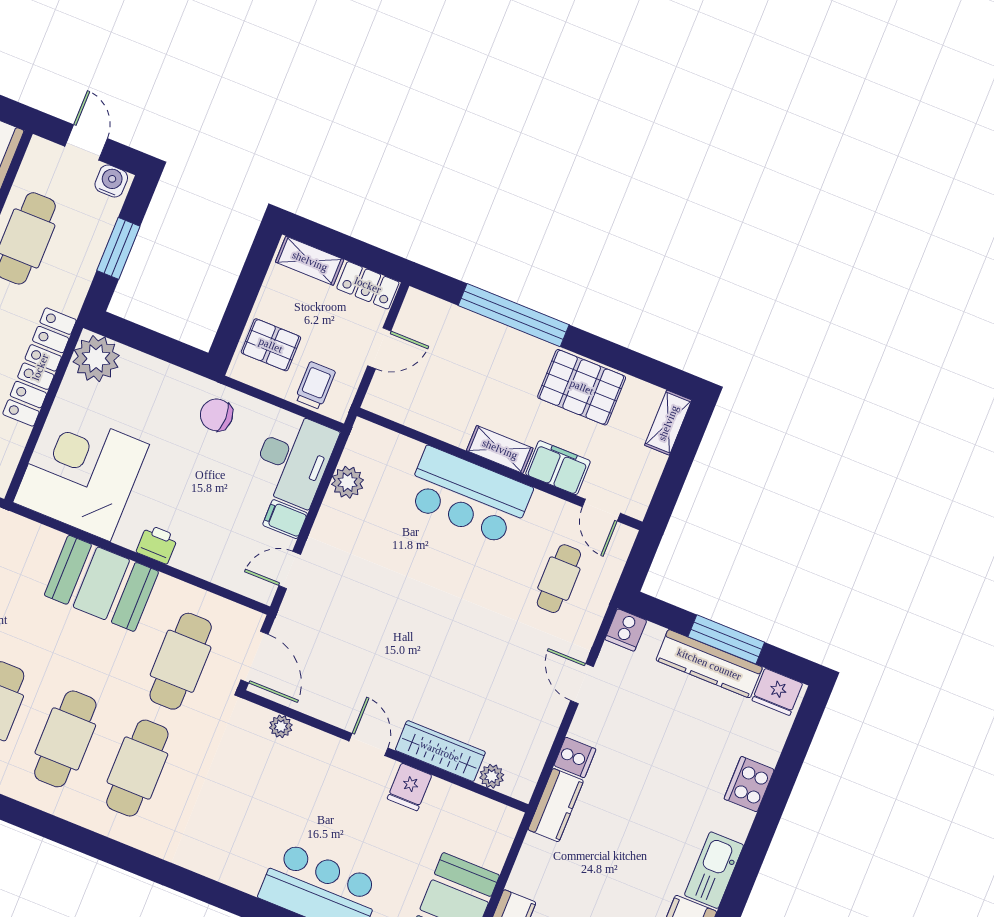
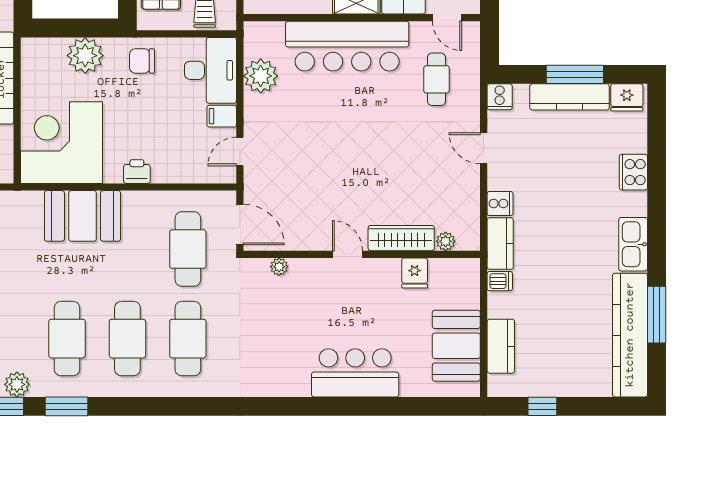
plant: (96, 359) -> (85, 56), moved
plant: (348, 482) -> (261, 76), width x1.36, depth x1.36
bar counter: (468, 496) -> (347, 46), width x1.36
booth: (101, 583) -> (82, 216), moved
fridge: (409, 787) -> (415, 273), moved
dishwasher: (537, 850) -> (500, 281), added

